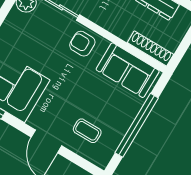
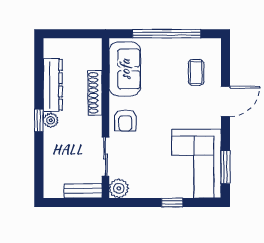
shoe rack: (150, 48) -> (95, 93), moved

